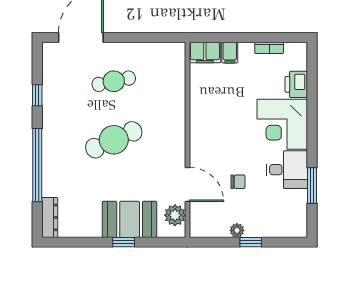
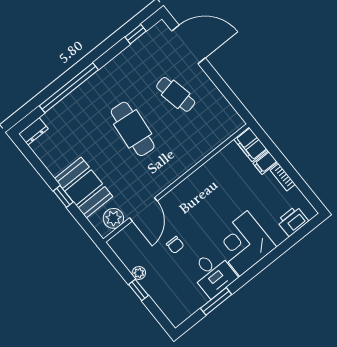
bookcase: (269, 48) -> (283, 177), moved
printer: (296, 84) -> (293, 221), moved
window: (37, 95) -> (136, 34), moved
cafe table: (114, 140) -> (133, 129), turned 30
dresser: (50, 217) -> (33, 131), width x0.70

